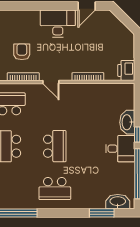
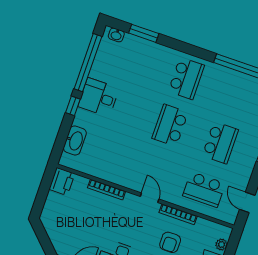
washbasin: (127, 122) -> (75, 141), moved
school desk: (55, 189) -> (186, 78), turned 90
washbasin: (118, 202) -> (116, 35), width x0.52, depth x0.69

